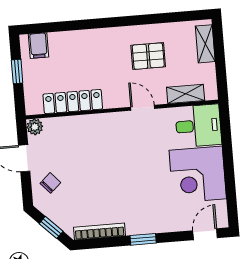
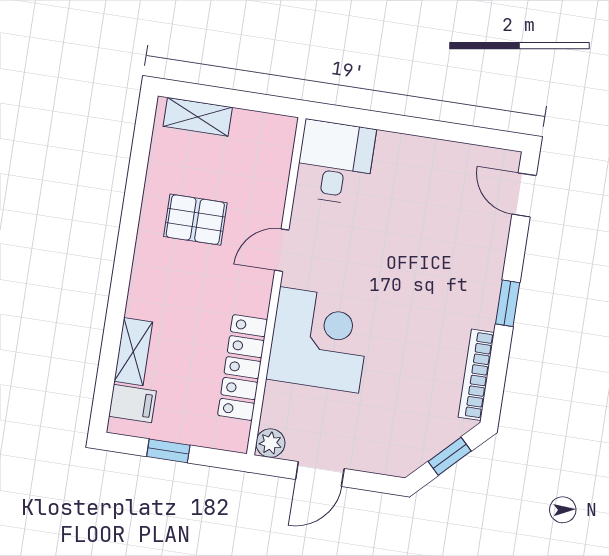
pallet: (148, 56) -> (195, 220), turned 90
shelving: (186, 94) -> (133, 352), moved
corner desk: (198, 175) -> (319, 340), moved, turned -90
chair: (50, 183) -> (373, 439), removed

